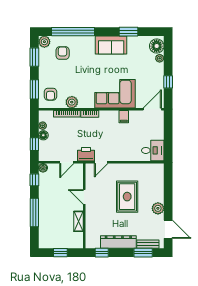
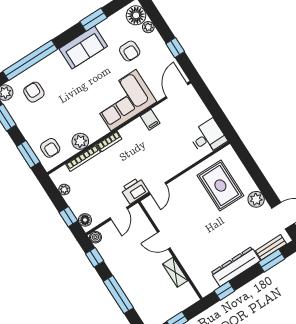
armchair: (139, 66) -> (130, 51), added
floor lamp: (43, 135) -> (85, 220), moved
rug: (127, 197) -> (220, 186), moved

